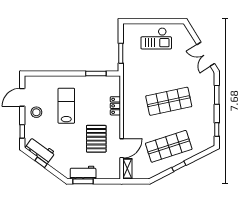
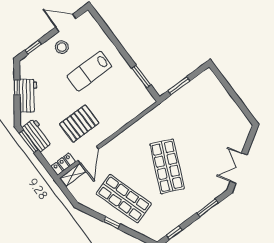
checkout: (156, 38) -> (218, 109), removed
shop shelf: (169, 101) -> (167, 166), turned 36
lab bench: (66, 106) -> (89, 71), turned 180
locker: (115, 106) -> (63, 164), moved
door: (122, 148) -> (88, 155), hinge flipped
workbench: (40, 150) -> (28, 96), moved

